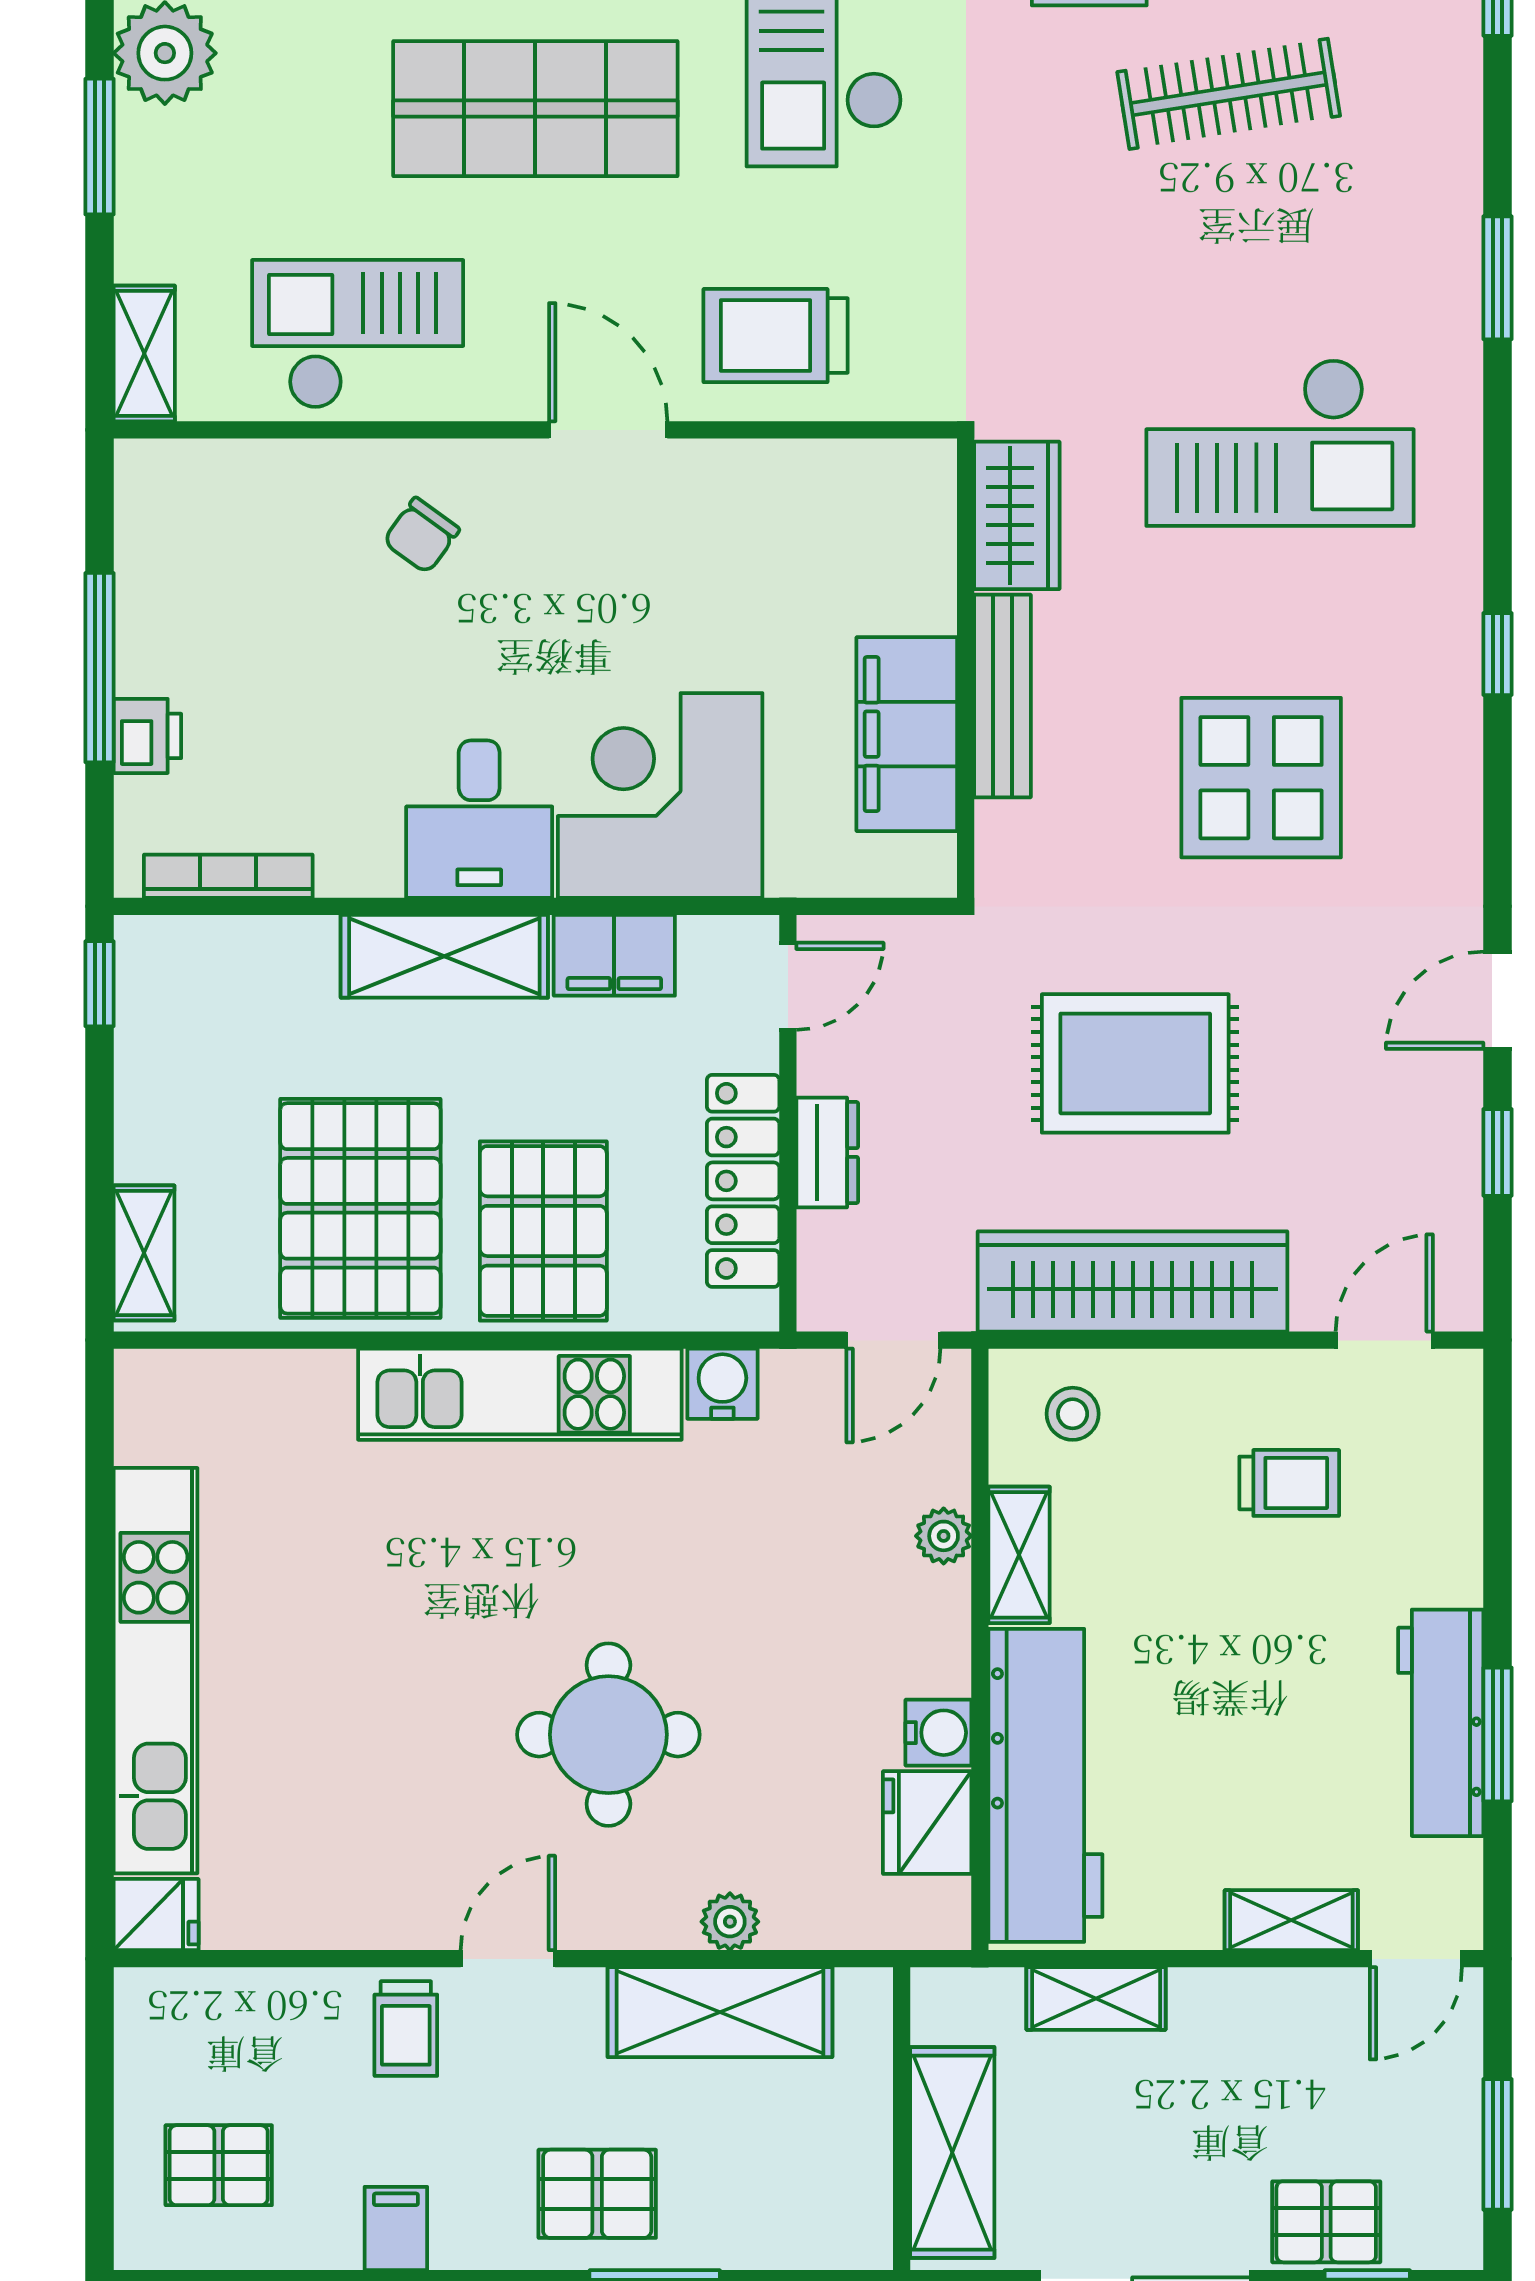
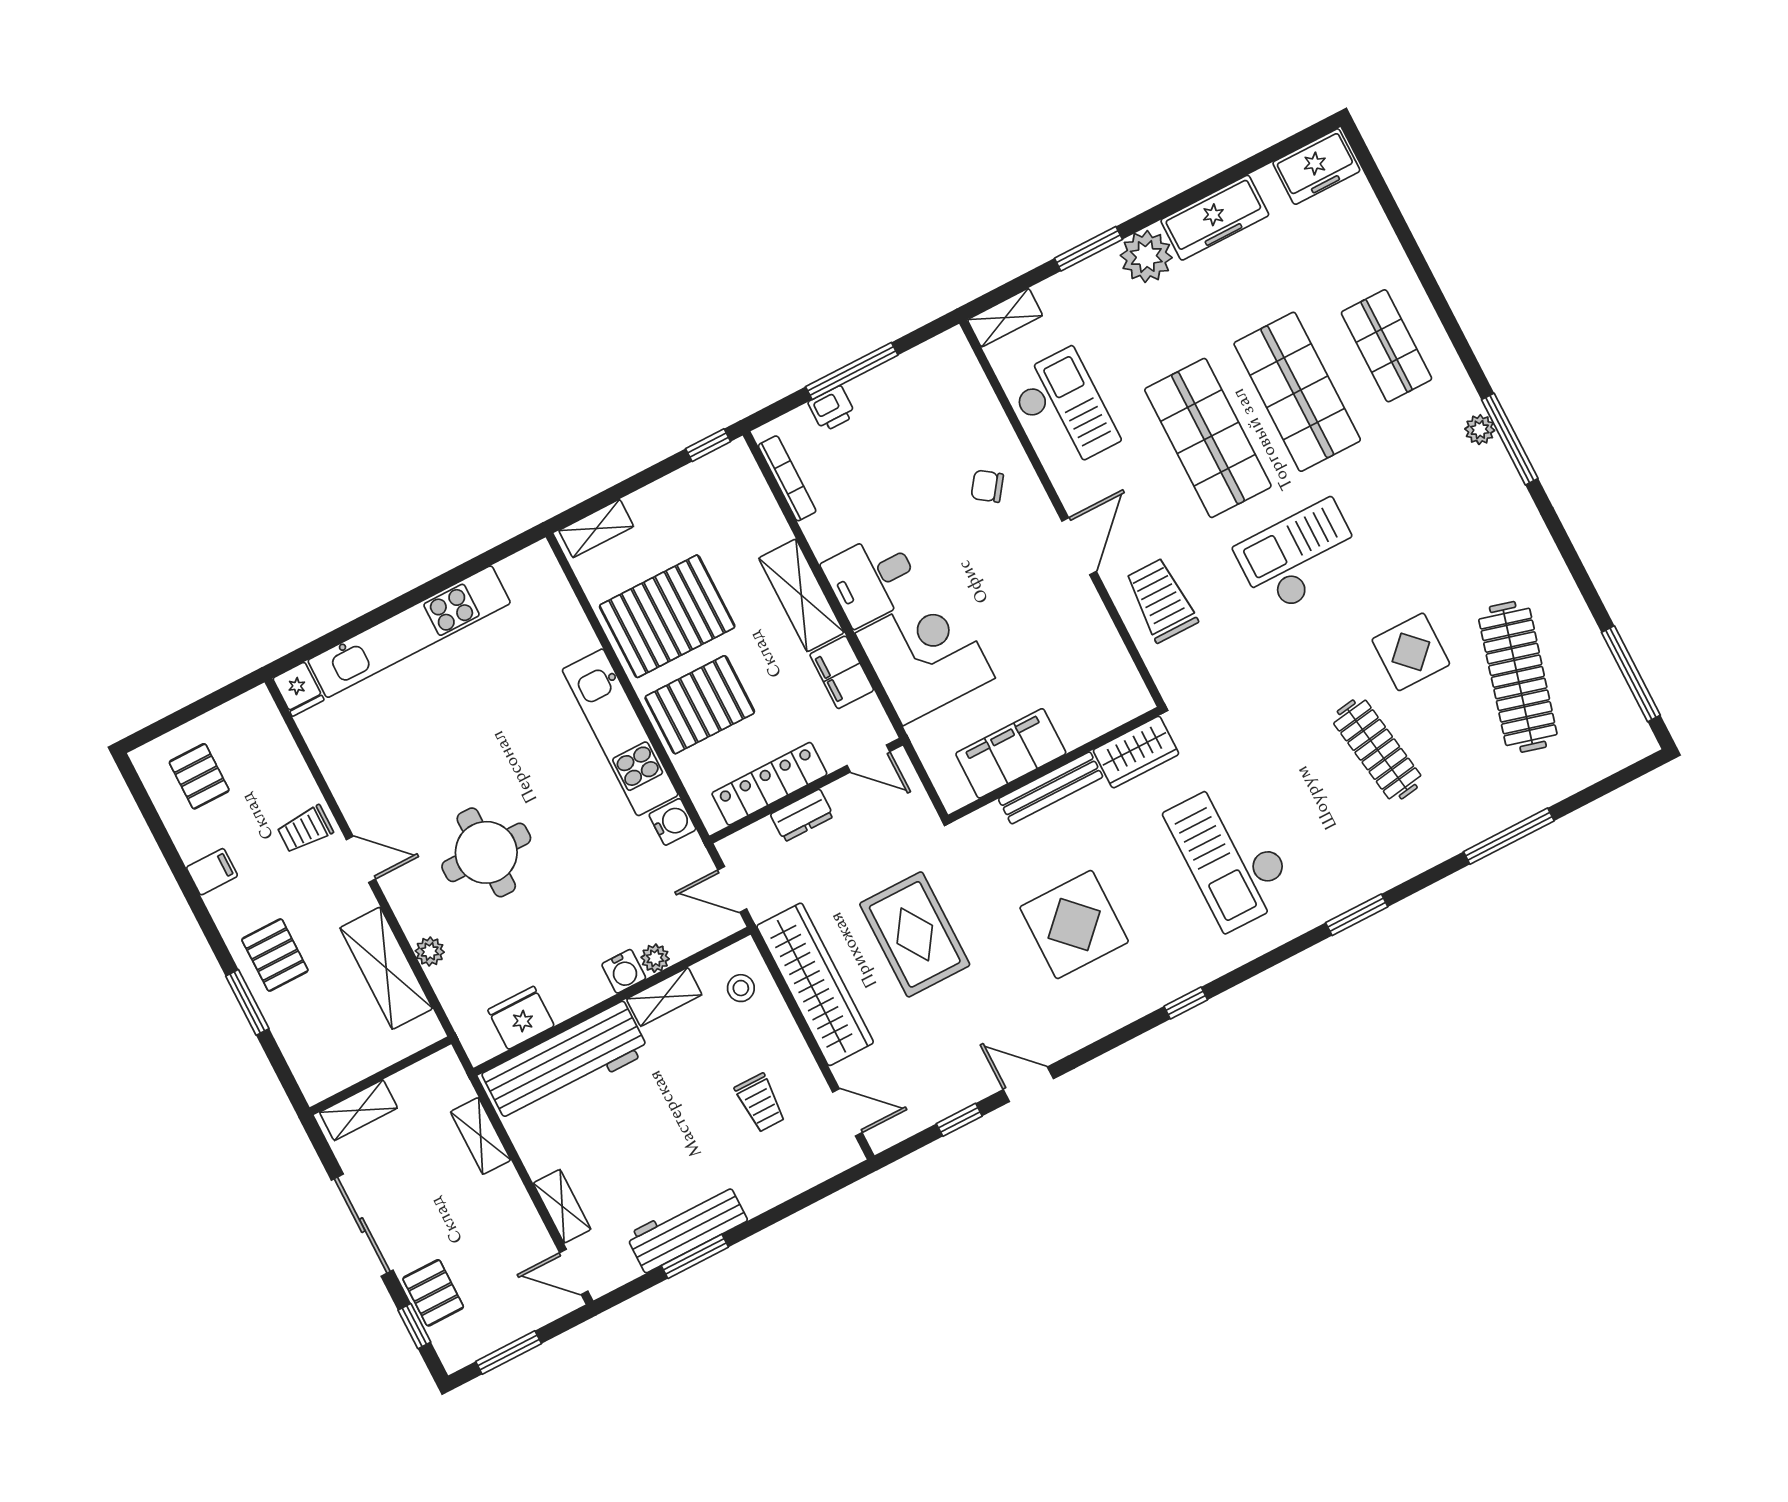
water cooler: (938, 1733) -> (624, 971), moved
shelving: (952, 2153) -> (359, 1110), width x0.67, depth x0.75

